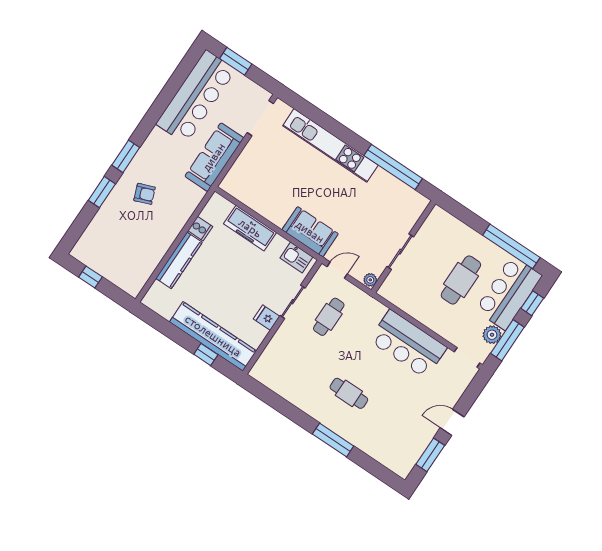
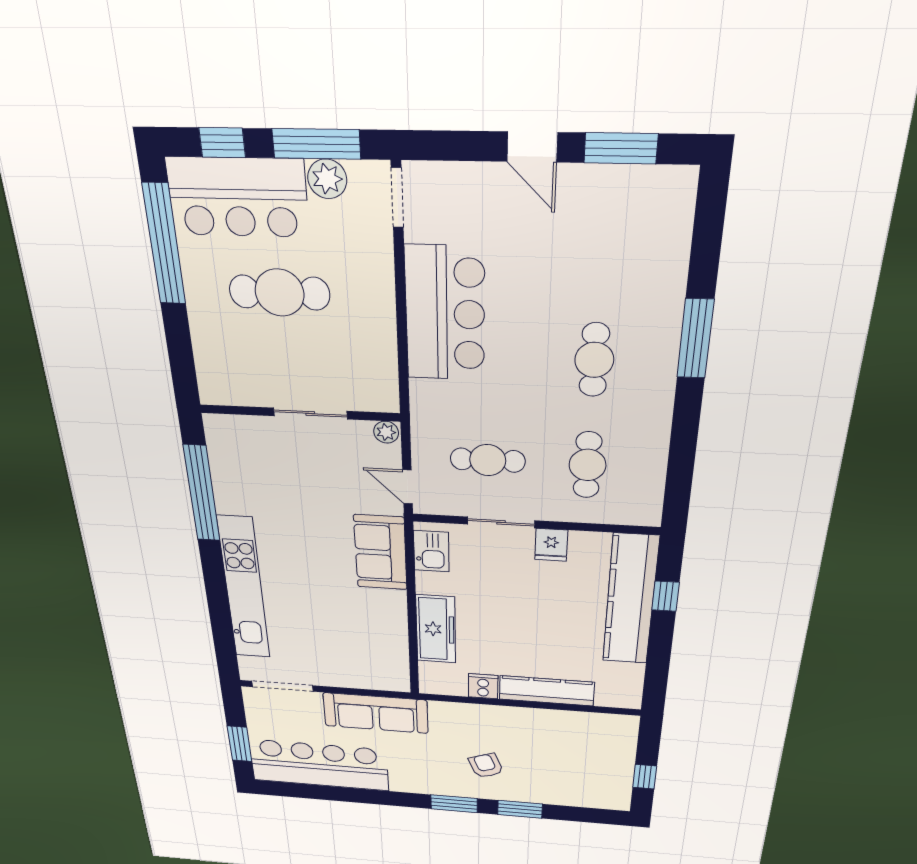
cafe table: (300, 360) -> (588, 465), added

